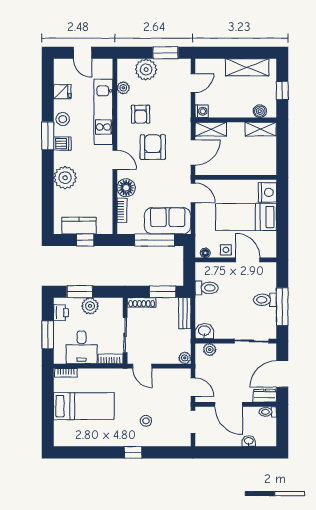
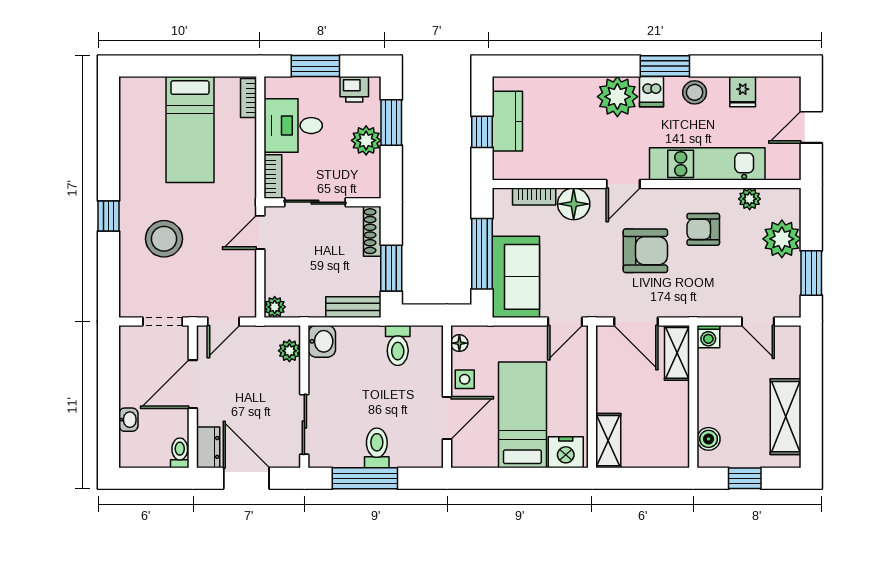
shelving: (261, 129) -> (608, 441), moved
plant: (65, 178) -> (617, 97), moved
stool: (146, 421) -> (164, 239), width x1.89, depth x1.89

